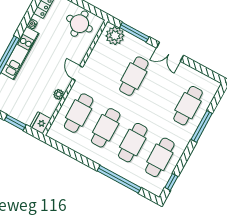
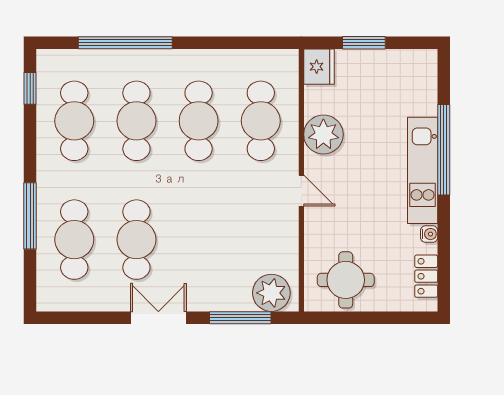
cafe table: (134, 76) -> (136, 240), moved
plant: (59, 94) -> (323, 134), width x1.88, depth x1.88

